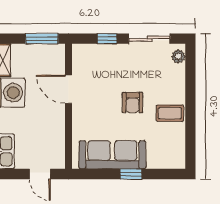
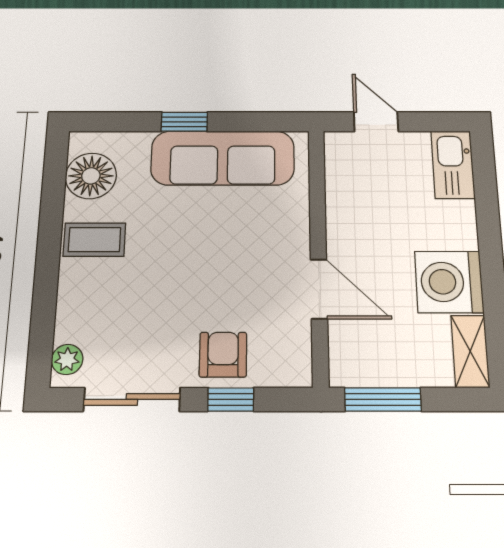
armchair: (132, 102) -> (223, 355), moved
floor lamp: (173, 145) -> (91, 176), added

